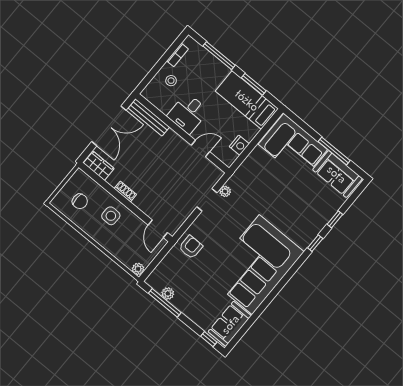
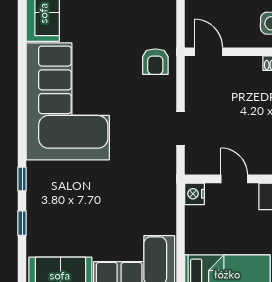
nightstand: (239, 145) -> (195, 194), moved
door: (201, 148) -> (234, 179), swing flipped
plant: (225, 191) -> (168, 154), removed

